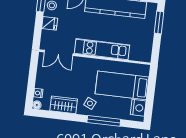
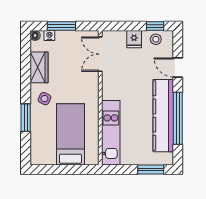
kitchen unit: (102, 49) -> (111, 133), moved
window: (32, 82) -> (61, 26), added
nightstand: (138, 108) -> (46, 157), removed
window: (104, 121) -> (26, 118), width x0.69

